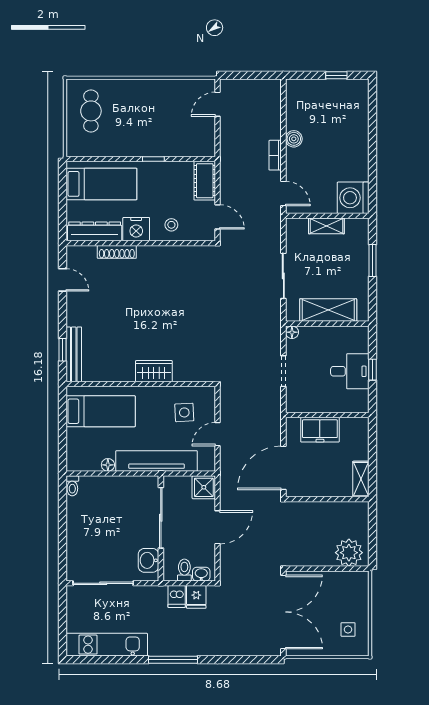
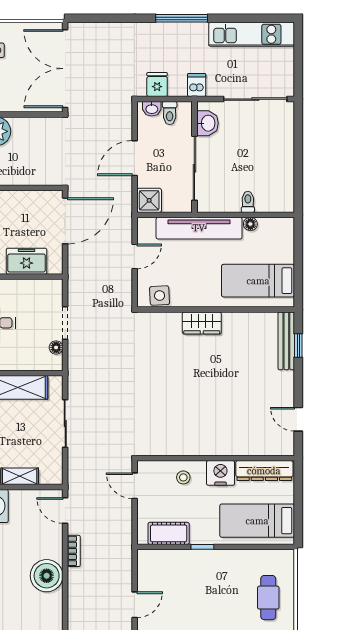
boiler: (294, 139) -> (47, 576), width x1.86, depth x1.86
cot: (205, 181) -> (169, 533), moved, turned 90
shoe rack: (117, 252) -> (241, 449), removed
floor lamp: (292, 332) -> (56, 347), moved
side table: (184, 412) -> (160, 296), moved
toilet: (72, 486) -> (248, 202), moved
dishwasher: (177, 597) -> (197, 85), moved

